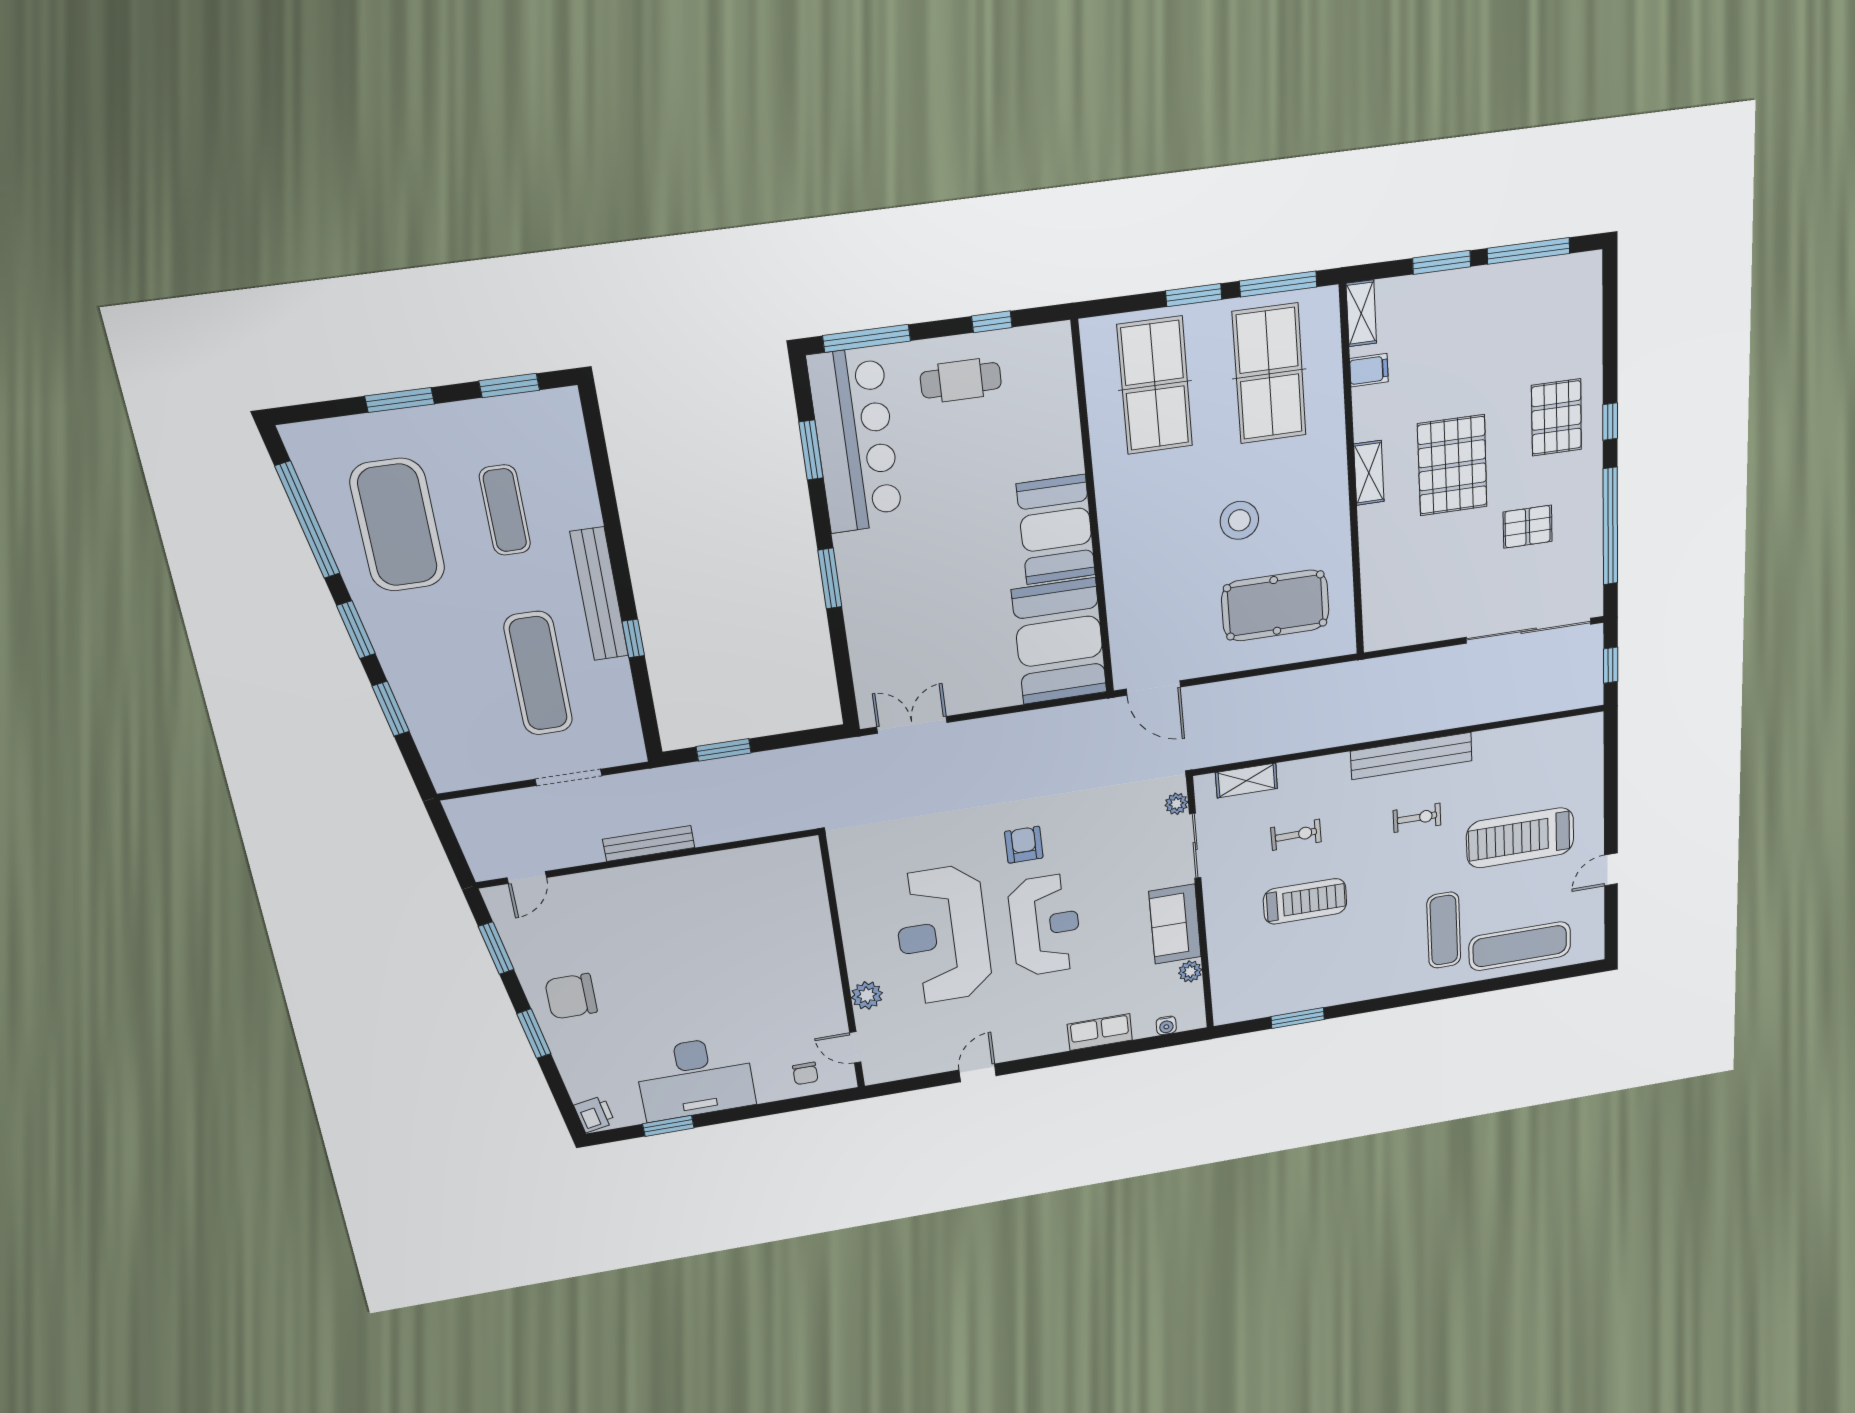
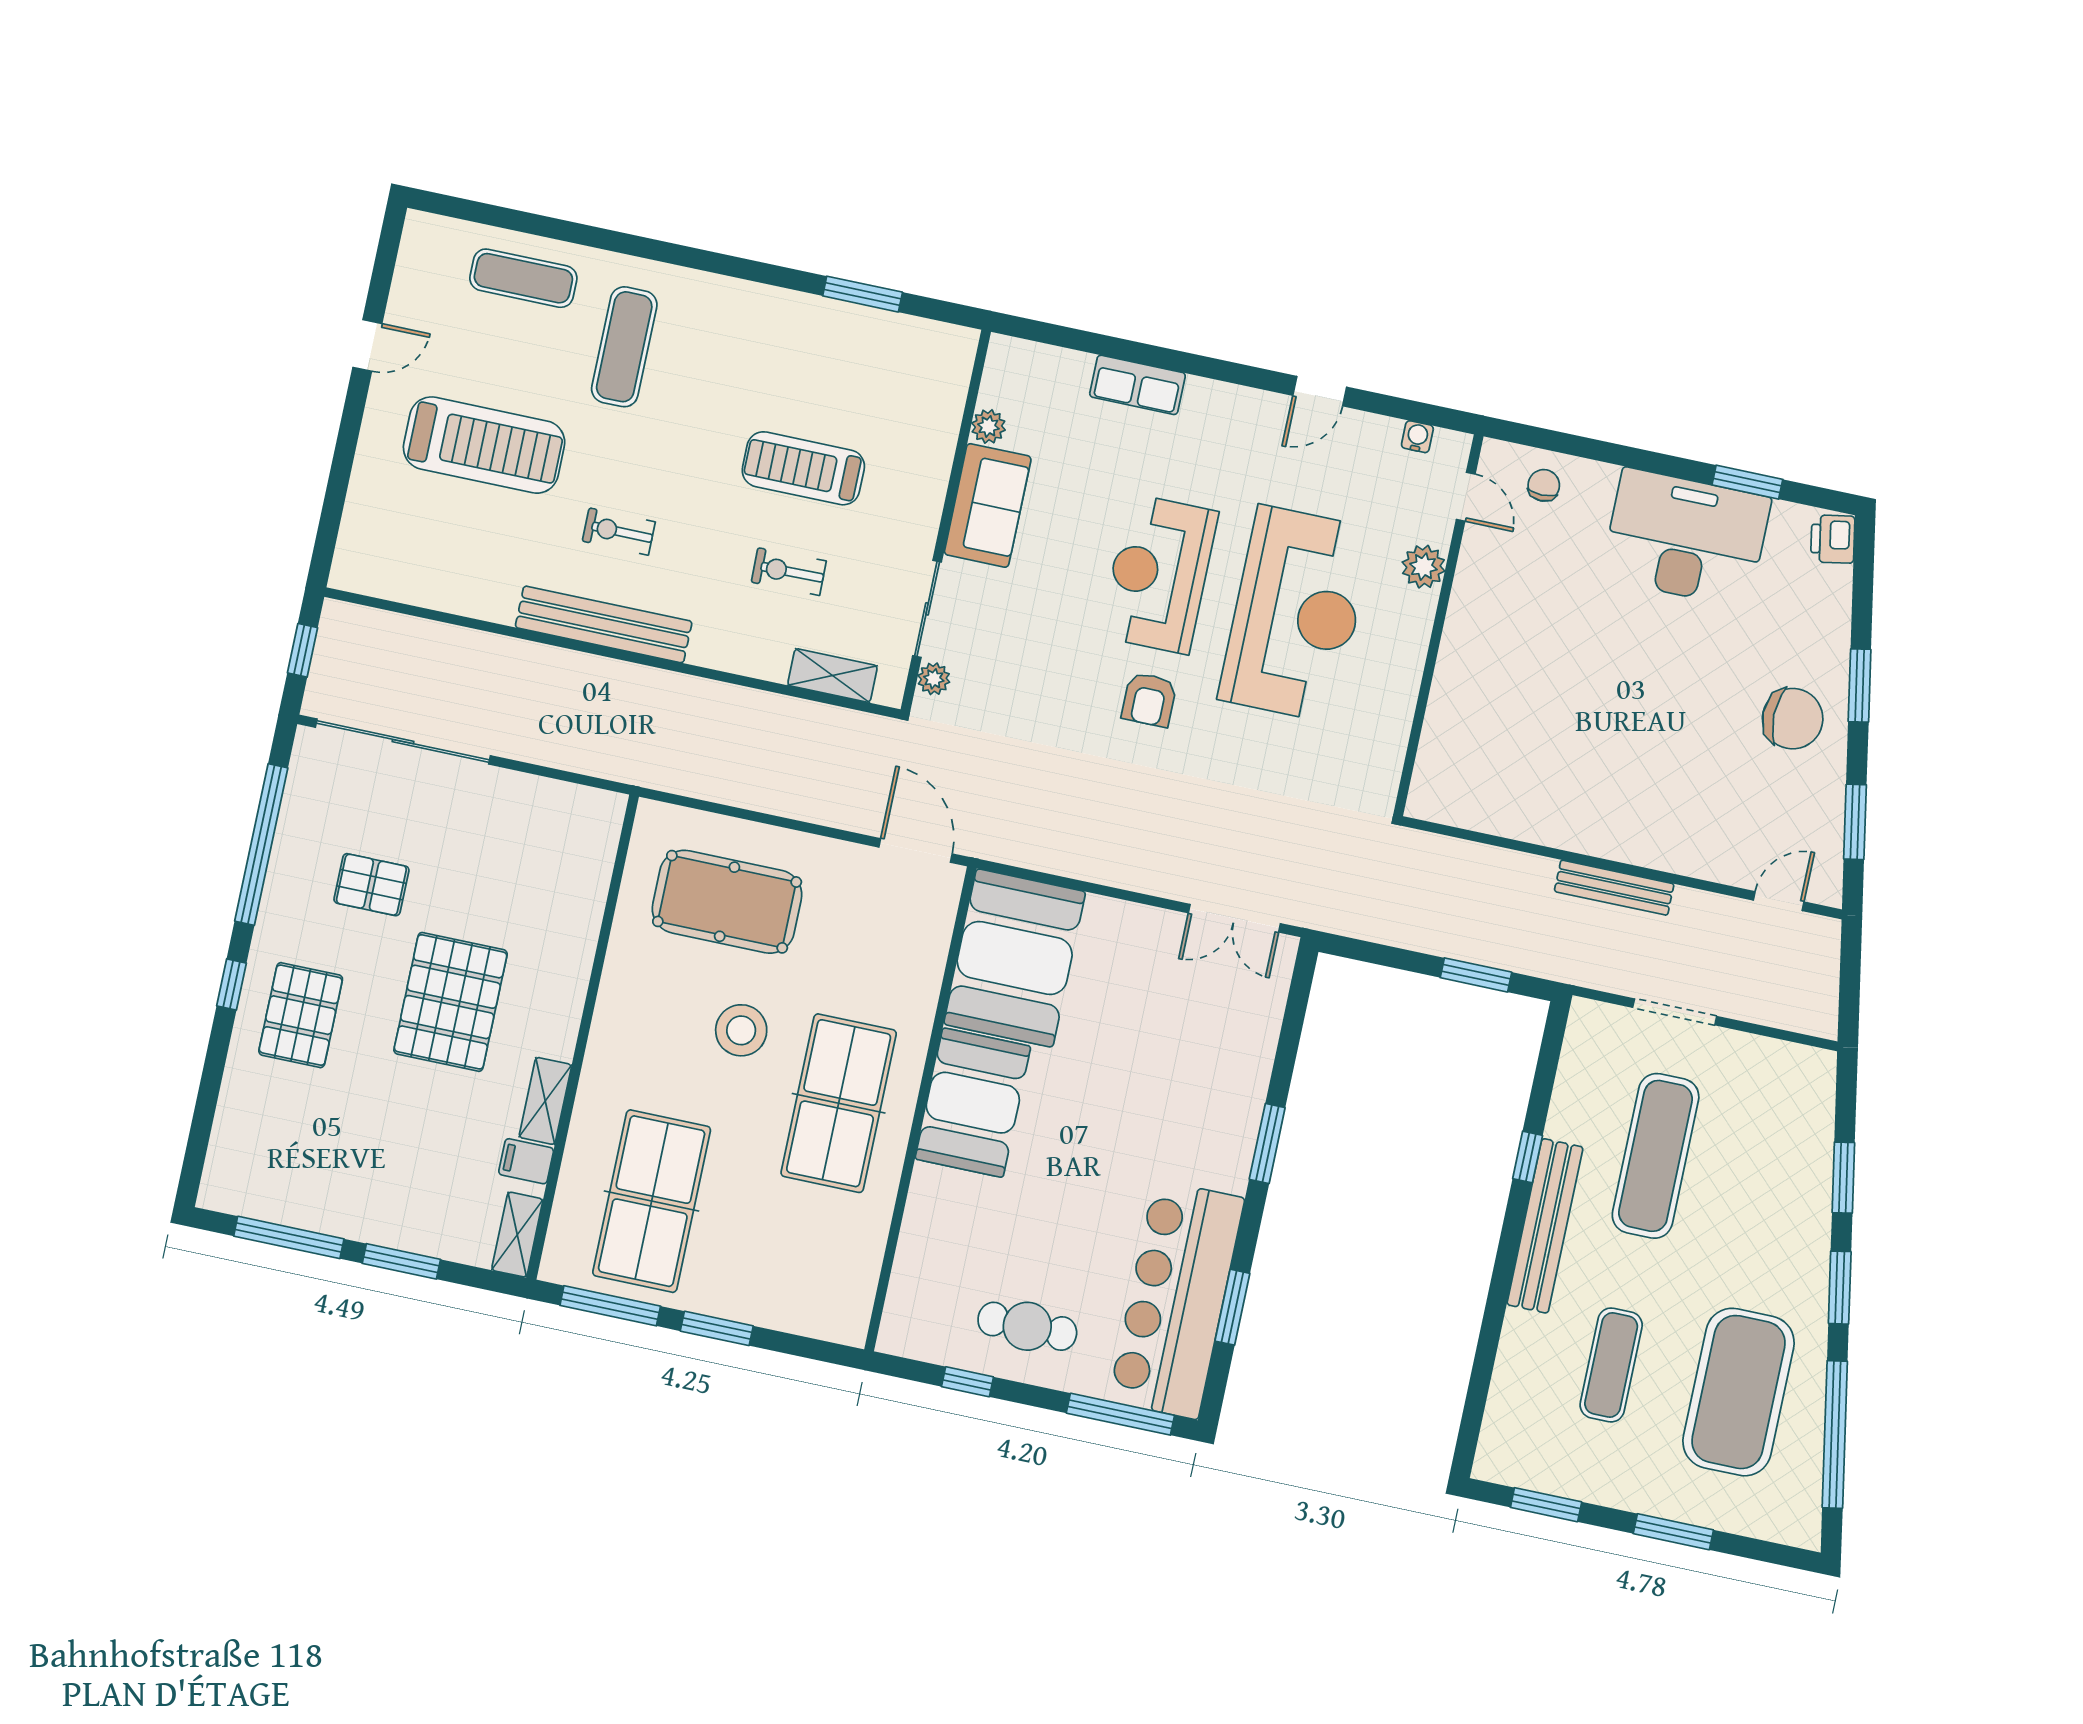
table tennis table: (1155, 386) -> (839, 1103), moved
shelving: (1369, 473) -> (545, 1101), moved
exercise mat: (1520, 946) -> (523, 278), width x0.73, depth x0.69
water cooler: (1166, 1025) -> (1417, 437), moved

